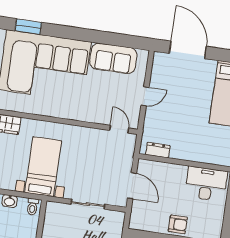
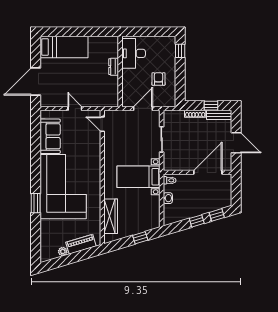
door: (119, 129) -> (102, 124), hinge flipped
dresser: (158, 150) -> (114, 67), moved
armchair: (178, 224) -> (158, 79), moved

